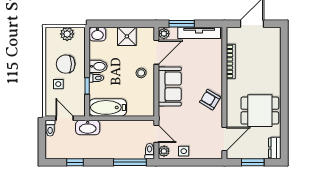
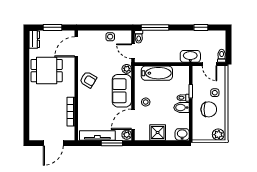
plant: (67, 34) -> (218, 135), moved
bathtub: (108, 107) -> (157, 73), moved
plant: (164, 151) -> (127, 69), moved

